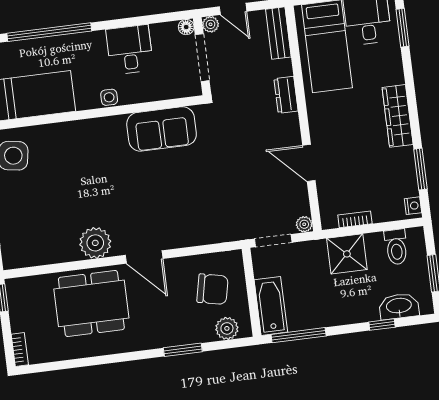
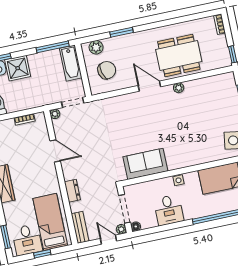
plant: (95, 243) -> (179, 88), width x0.53, depth x0.53
shower: (347, 254) -> (18, 68), moved
chair: (213, 289) -> (107, 70), turned 153

